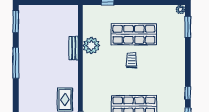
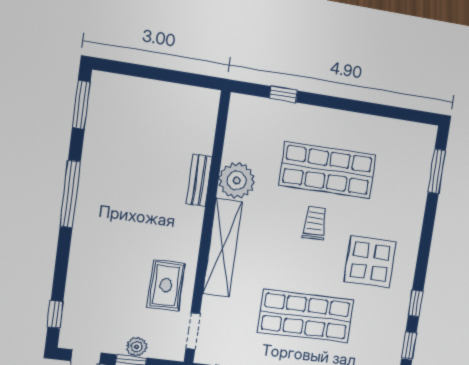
plant: (181, 9) -> (428, 133), removed
display table: (162, 75) -> (370, 262), added
shelving: (89, 78) -> (223, 248), added

